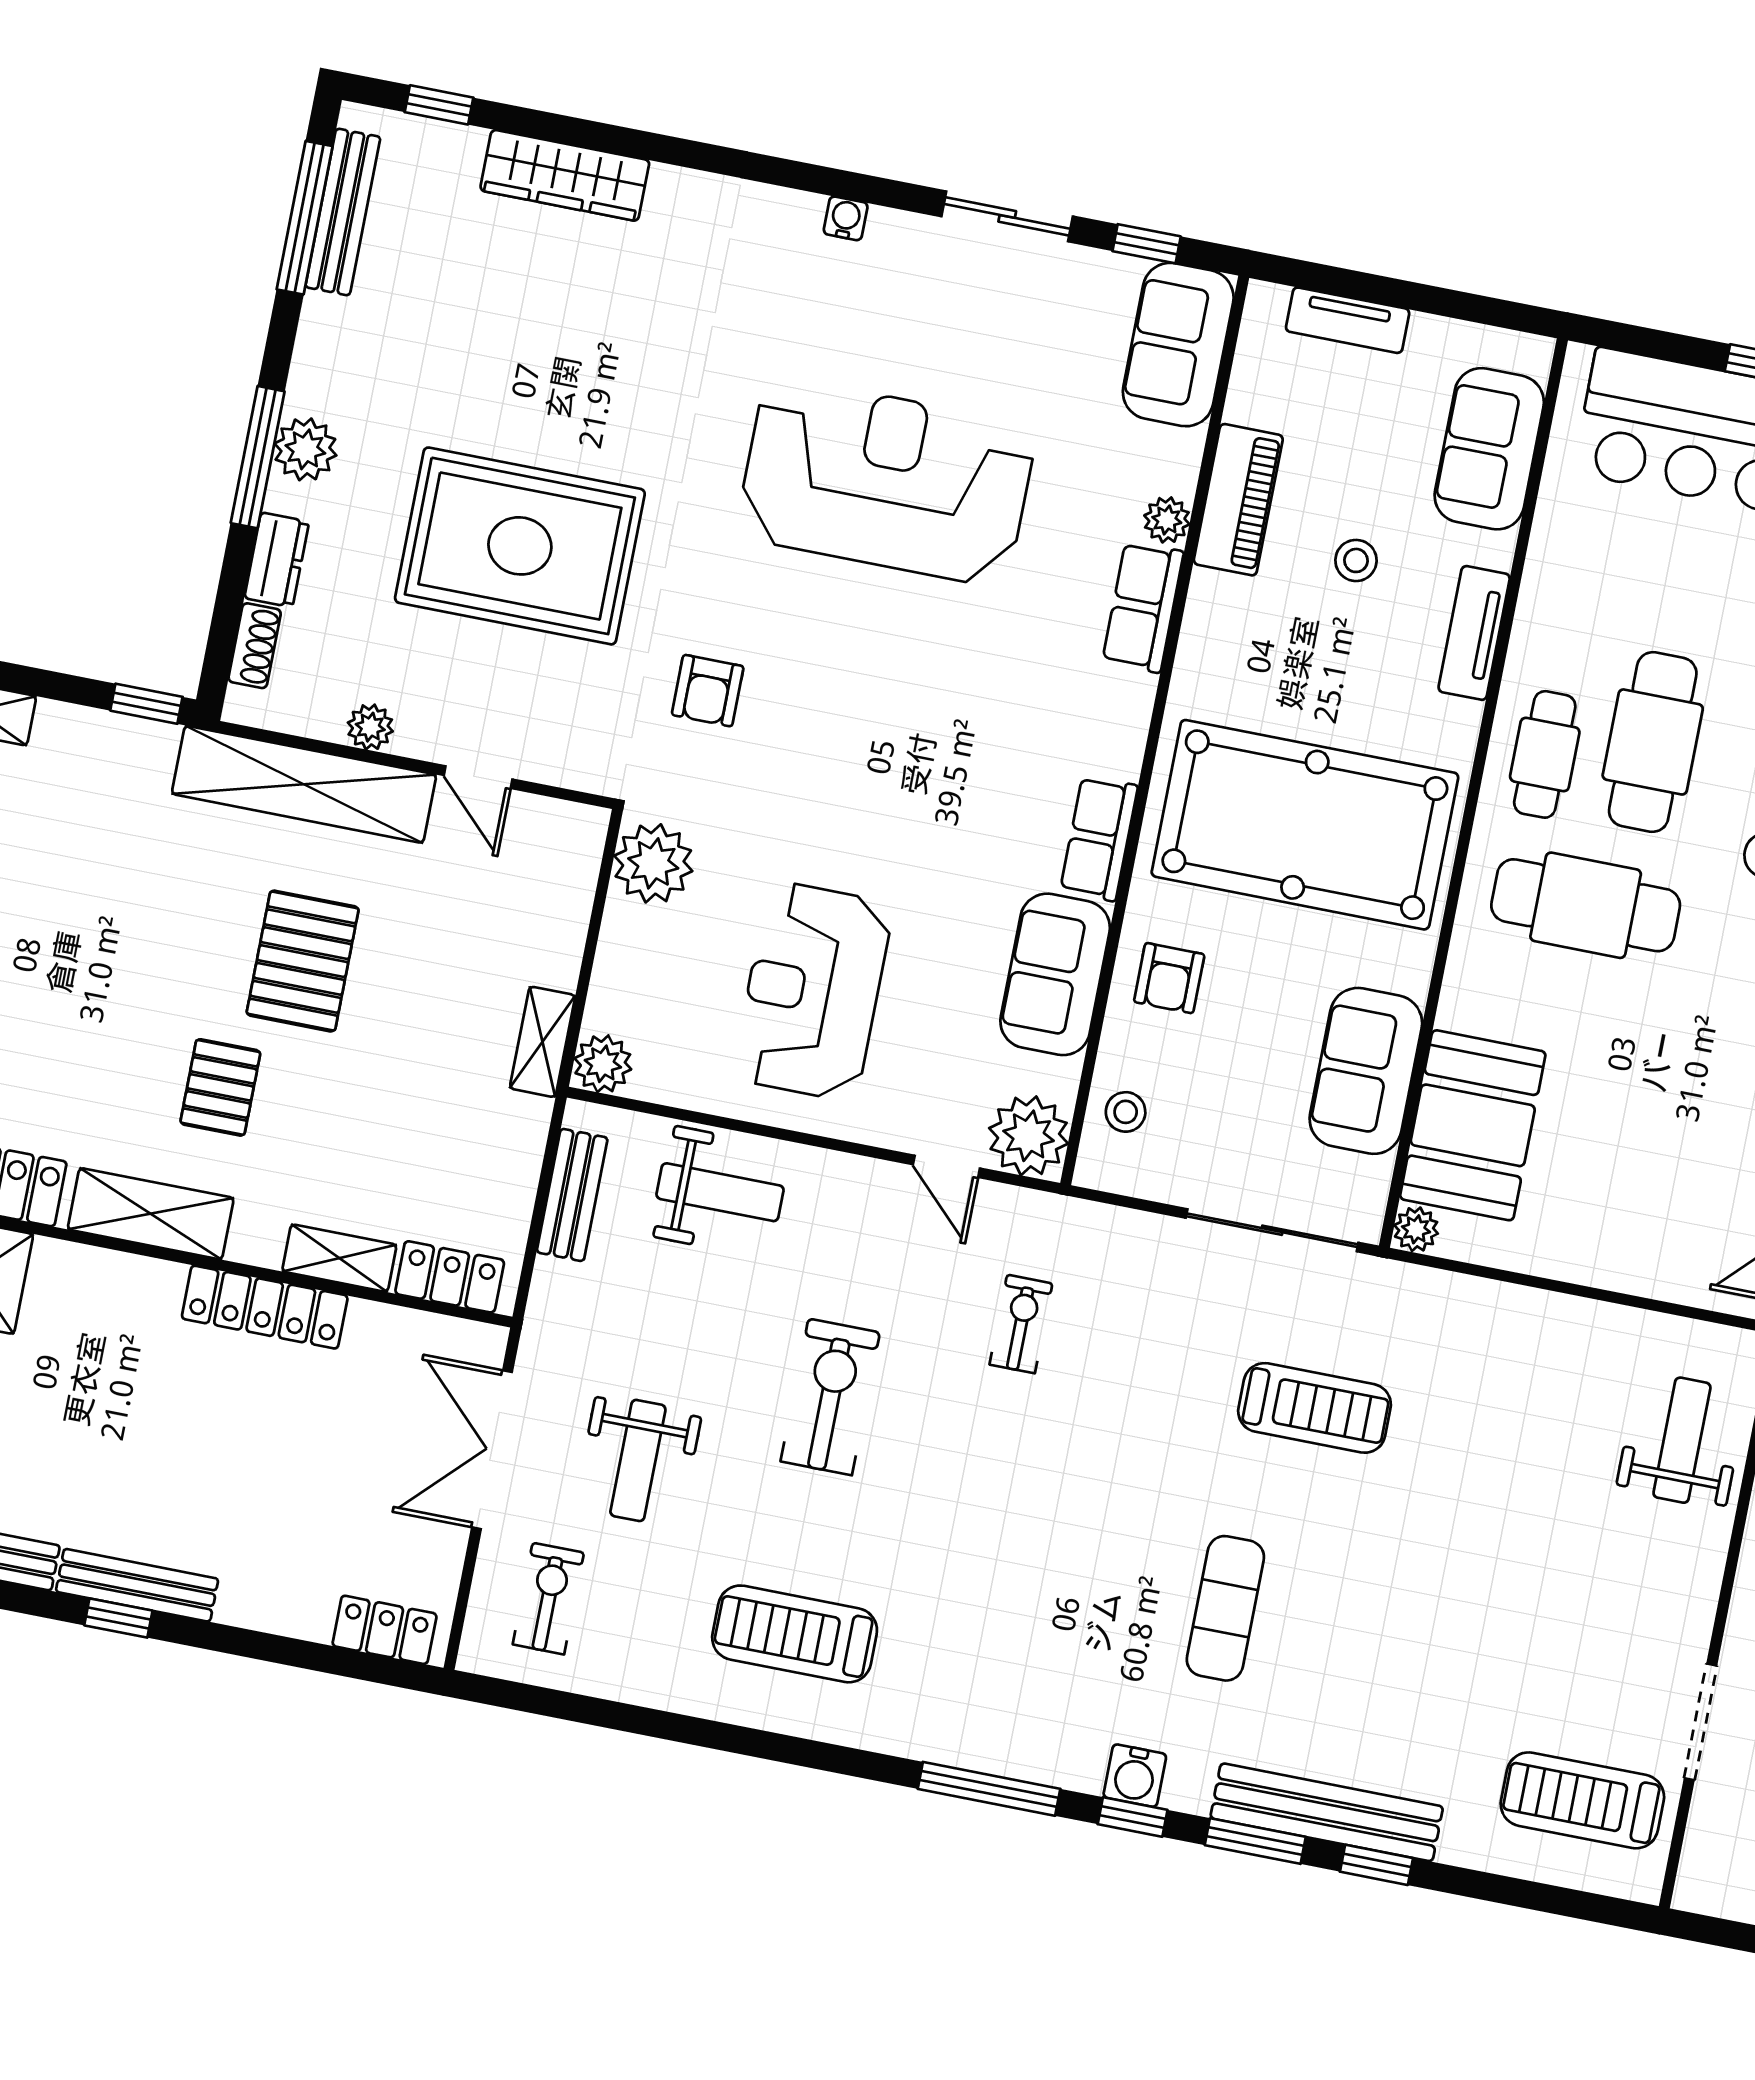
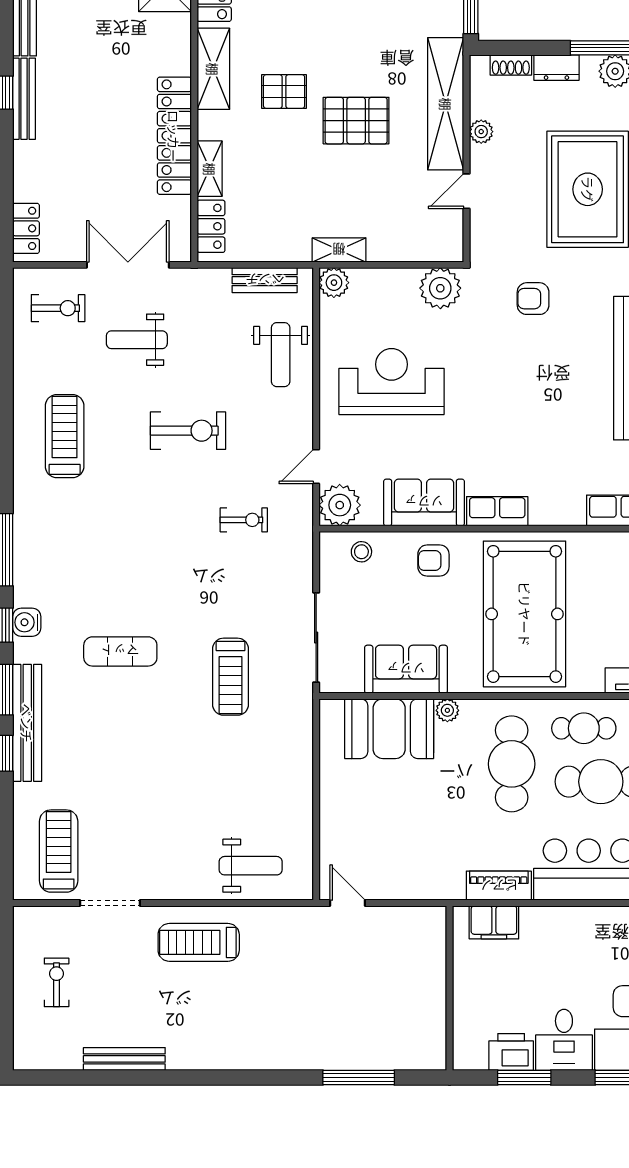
plant: (1416, 1229) -> (447, 710), moved
locker: (265, 1307) -> (174, 136), width x1.41, depth x1.21

